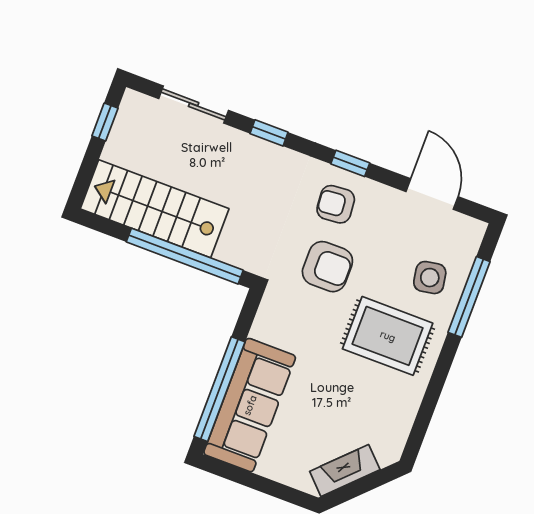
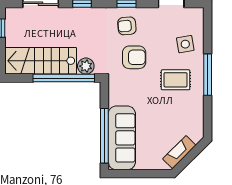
plant: (233, 249) -> (86, 66), added
window: (469, 297) -> (208, 75), moved
rug: (388, 336) -> (176, 80), width x0.73, depth x0.70

